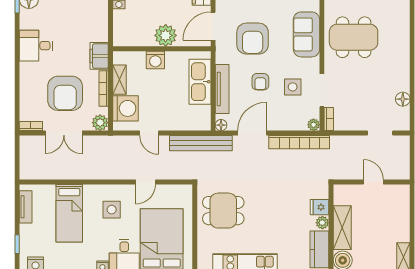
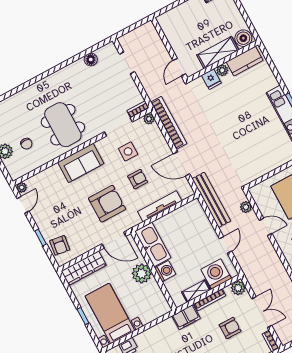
kitchen sink: (200, 82) -> (153, 244), moved, turned -90
armchair: (65, 93) -> (230, 328), width x0.53, depth x0.53
floor lamp: (221, 125) -> (189, 192), removed
plant: (175, 173) -> (246, 207), added
door: (373, 182) -> (179, 67), moved
dining table: (223, 211) -> (255, 153), removed

